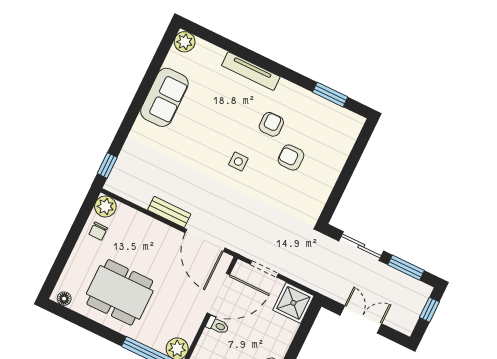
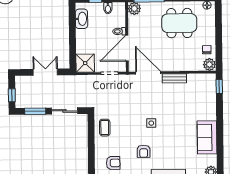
armchair: (291, 158) -> (113, 163), moved
coffee table: (313, 190) -> (105, 128), added
double door: (361, 319) -> (45, 72), swing flipped

